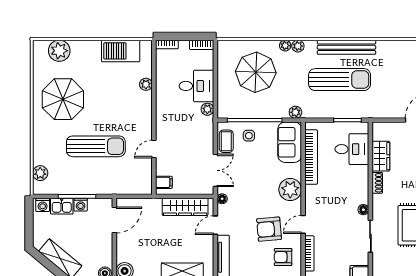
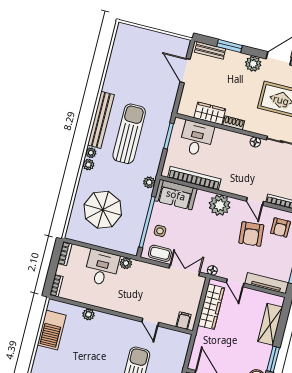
plant: (285, 46) -> (91, 153), moved

